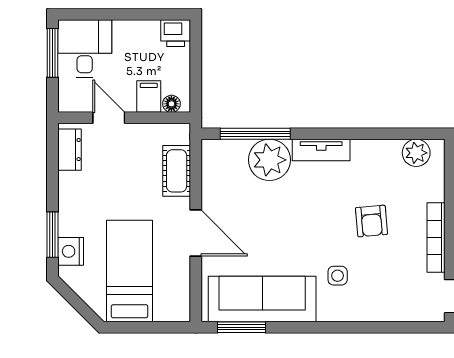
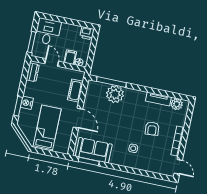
window: (53, 53) -> (32, 42), moved
tv unit: (321, 150) -> (158, 99), moved
nightstand: (71, 251) -> (27, 103), moved
sofa: (262, 299) -> (94, 150), width x0.73

